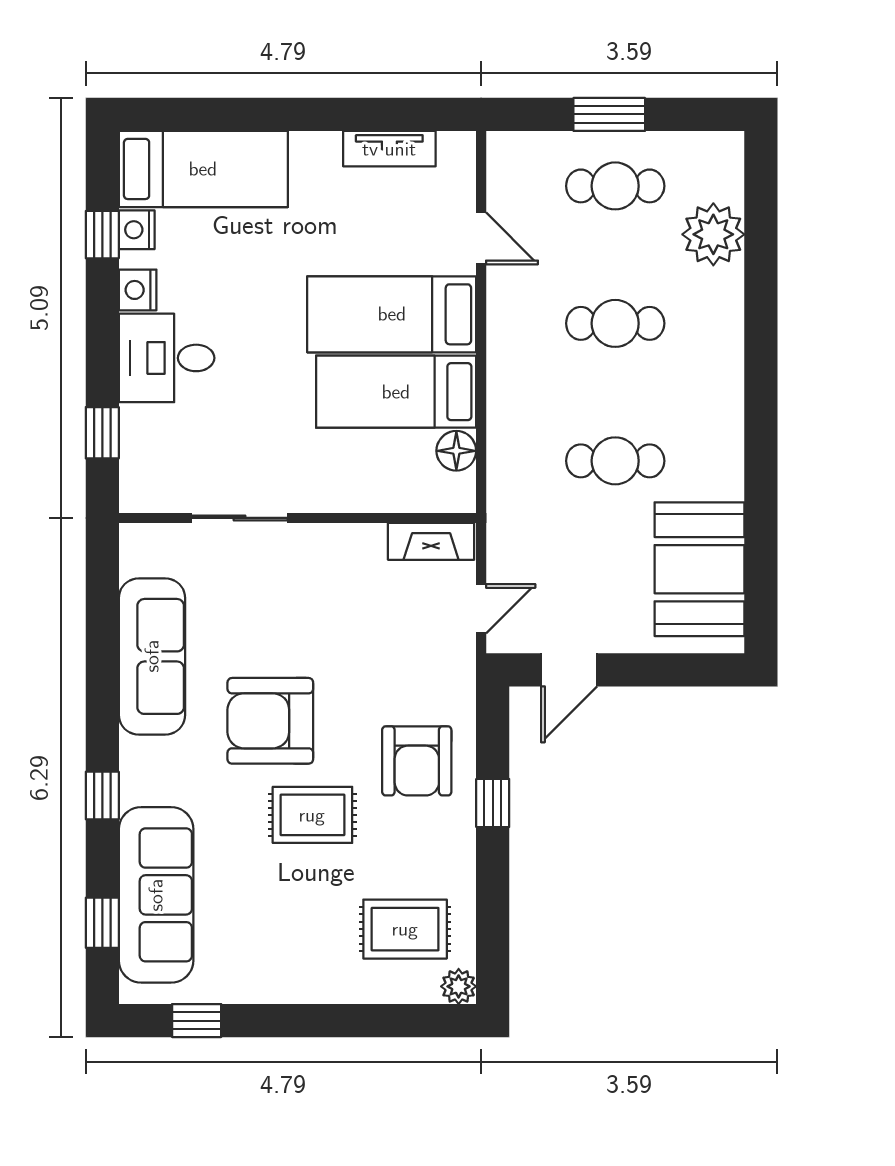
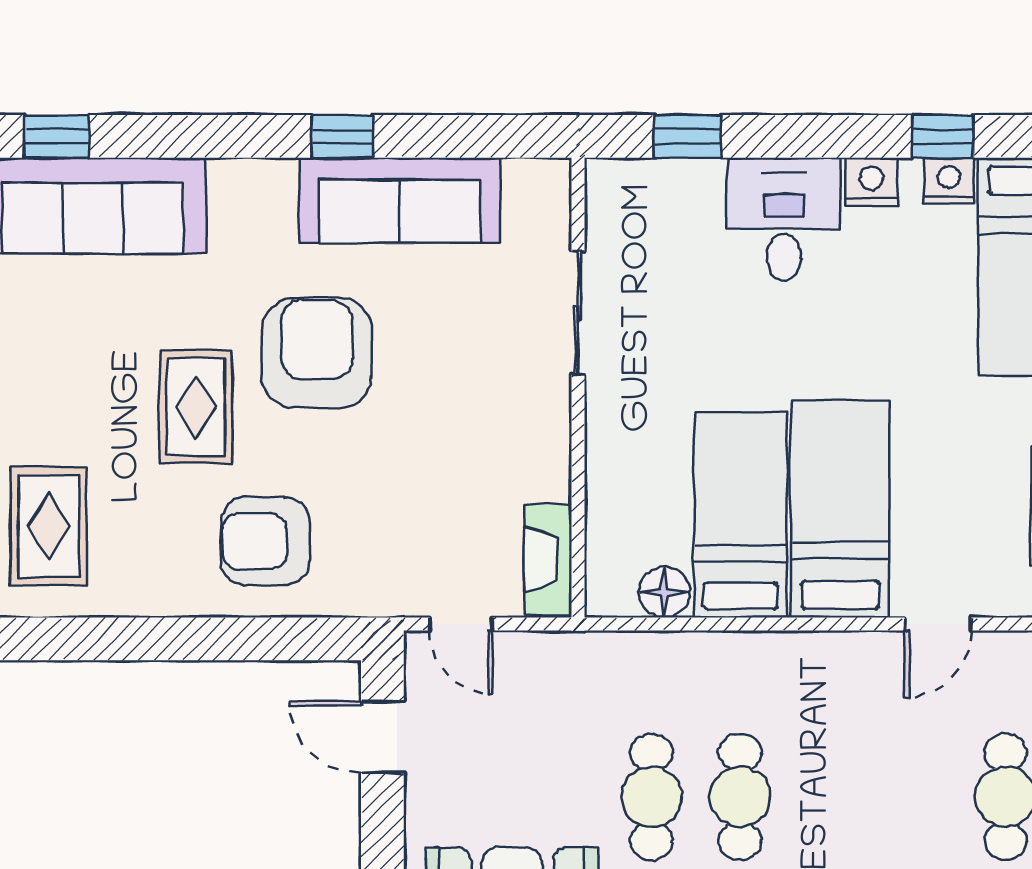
cafe table: (615, 323) -> (740, 797), moved
window: (102, 796) -> (342, 136), moved
window: (493, 803) -> (211, 639), removed

